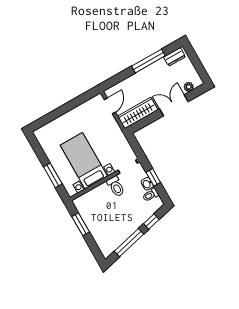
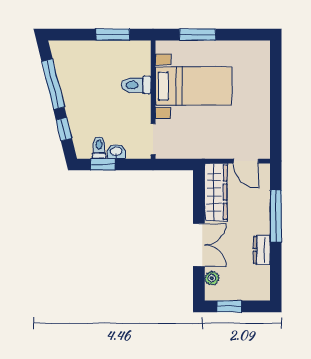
dresser: (174, 57) -> (262, 250), moved
window: (148, 61) -> (276, 216), moved
window: (199, 68) -> (229, 306), added
window: (153, 177) -> (103, 164), moved
toilet: (116, 186) -> (136, 85), moved

